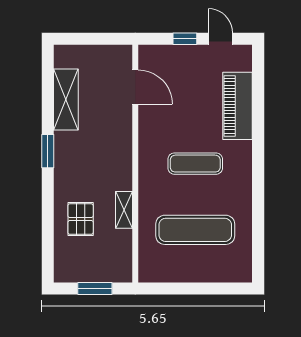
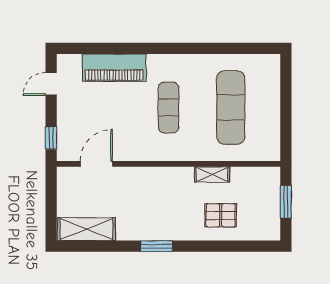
window: (185, 39) -> (51, 138), moved
shelving: (66, 99) -> (86, 229), moved

